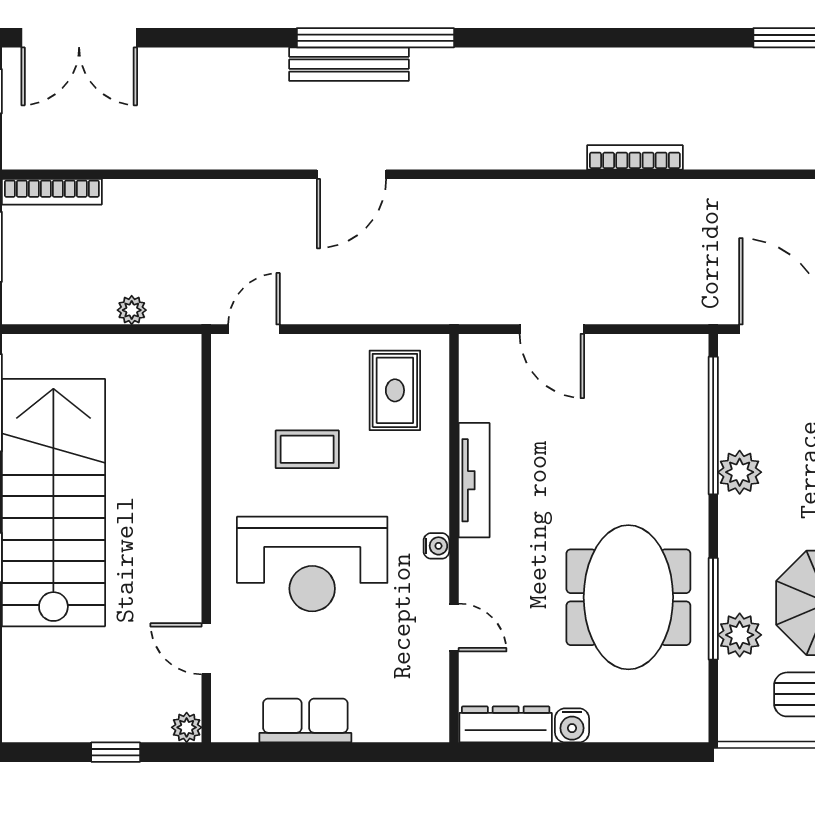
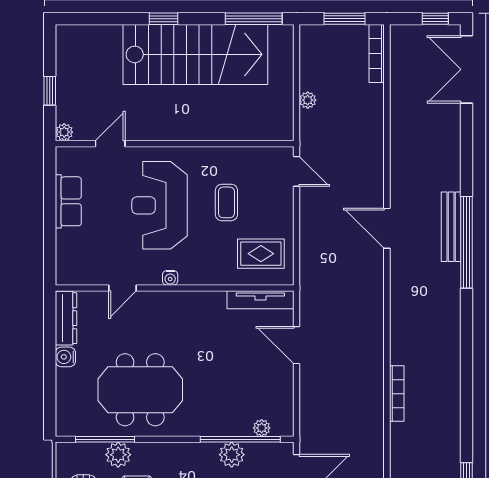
door: (552, 329) -> (297, 345), hinge flipped
plant: (694, 389) -> (262, 428), added
plant: (740, 472) -> (232, 455), moved
tv unit: (474, 480) -> (260, 300), moved
window: (713, 609) -> (105, 439), moved

